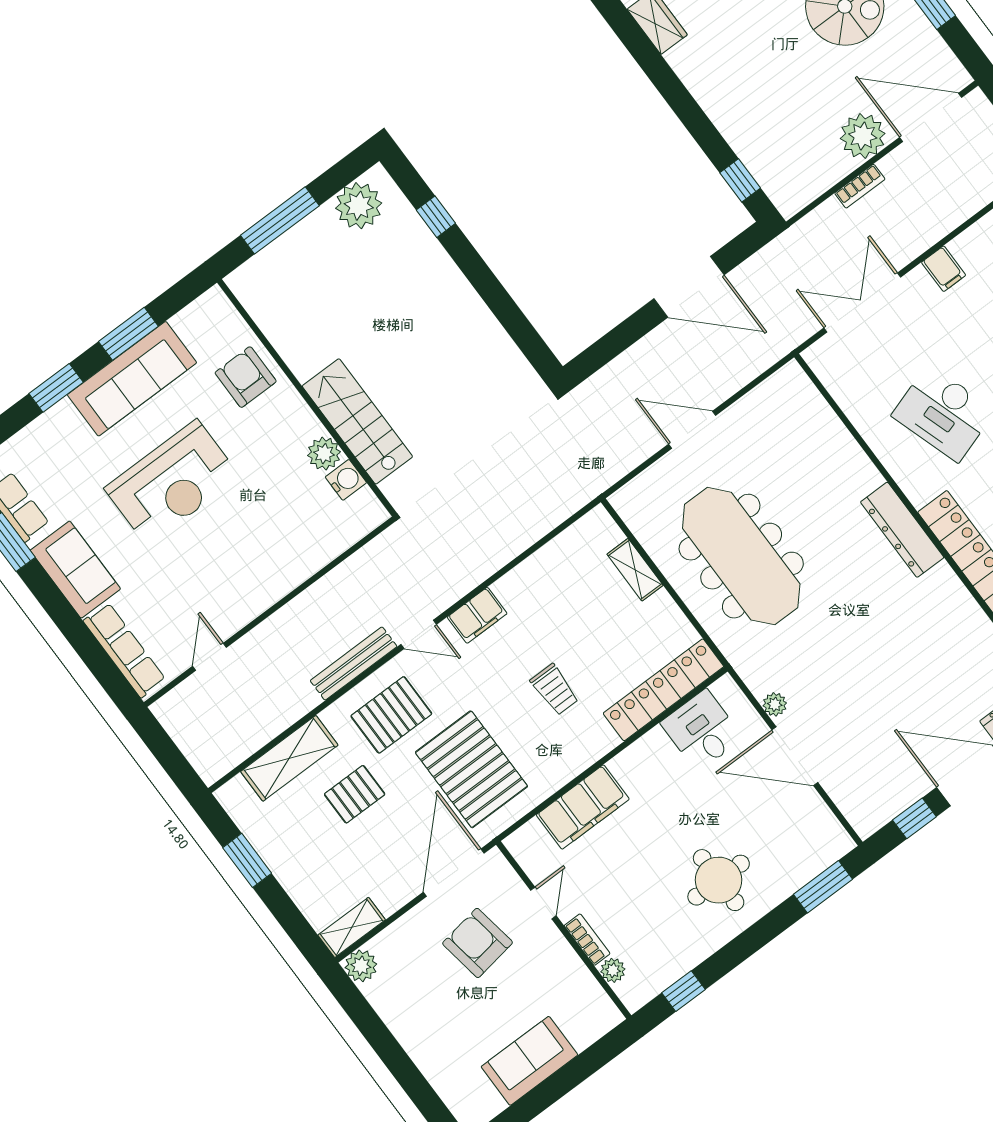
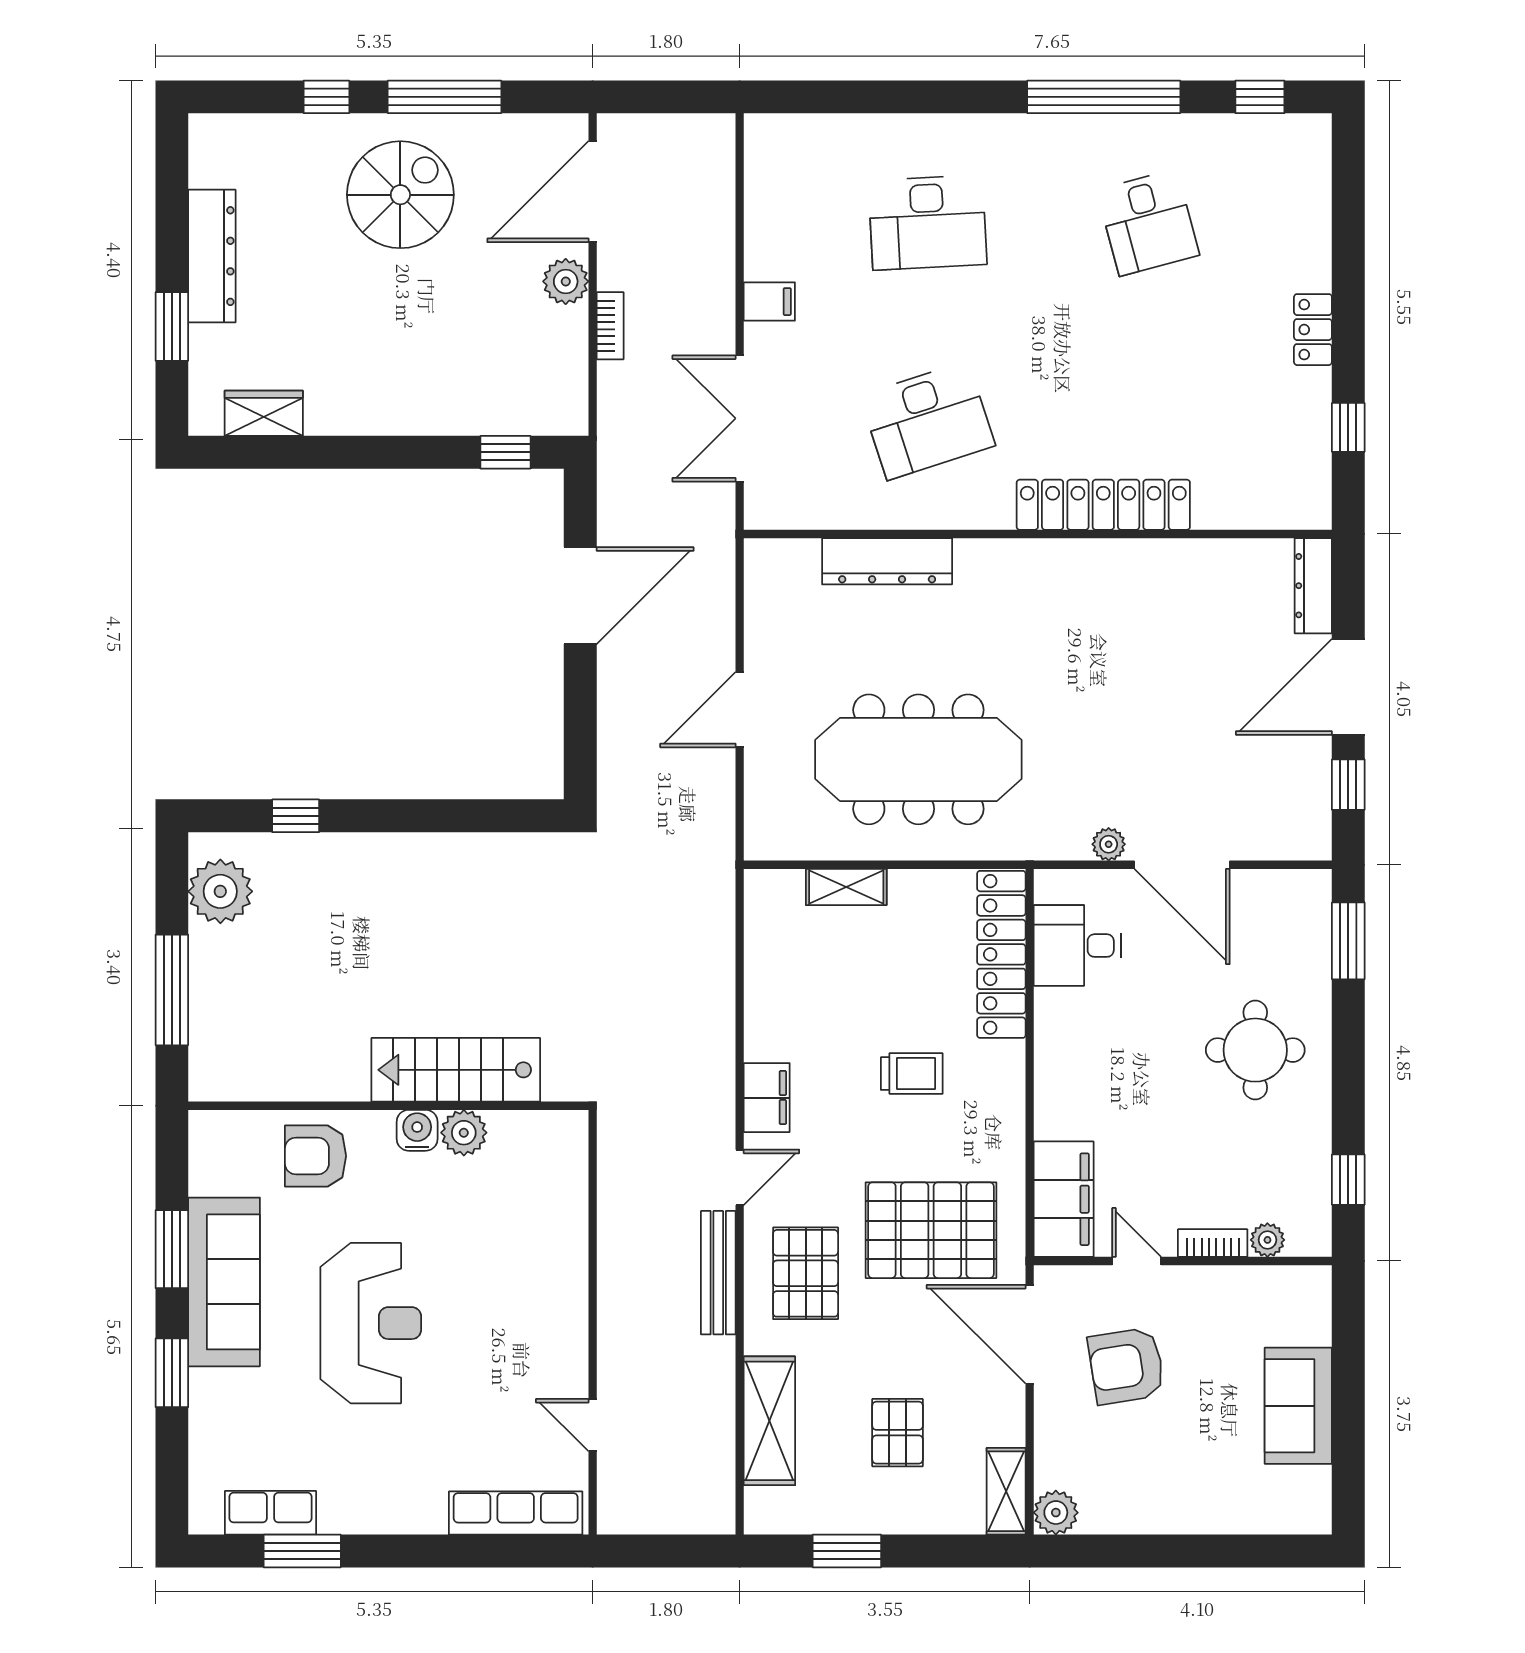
plant: (863, 136) -> (566, 281), width x0.73, depth x0.73
water cooler: (346, 480) -> (417, 1130), moved
dresser: (902, 530) -> (887, 561), moved
sofa: (75, 570) -> (387, 1501), removed
door: (795, 756) -> (1182, 865), hinge flipped
pallet: (355, 794) -> (898, 1433), moved
filing cabinet: (583, 807) -> (1064, 1199), moved

